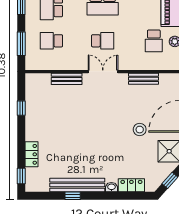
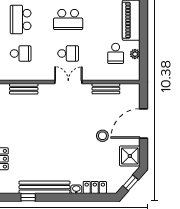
school desk: (51, 41) -> (21, 53), turned 180
bench: (67, 79) -> (24, 89), moved
window: (73, 196) -> (28, 197), moved

